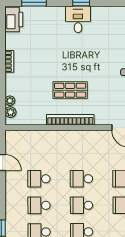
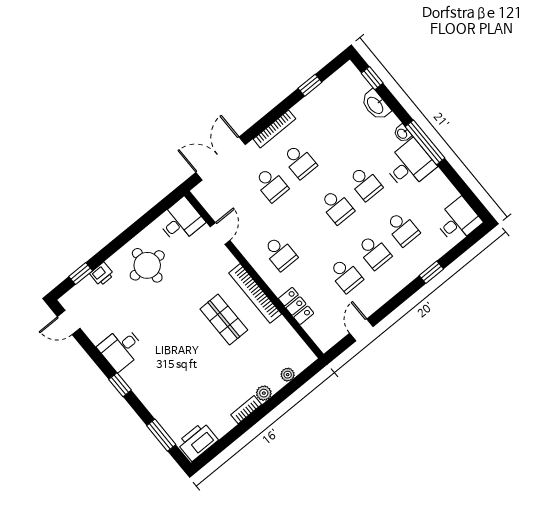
desk: (78, 19) -> (121, 348), moved
plant: (10, 112) -> (264, 393), moved
locker: (45, 137) -> (296, 306), added
school desk: (81, 179) -> (280, 253), moved

